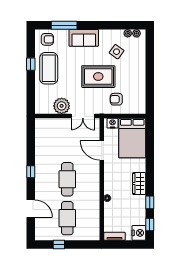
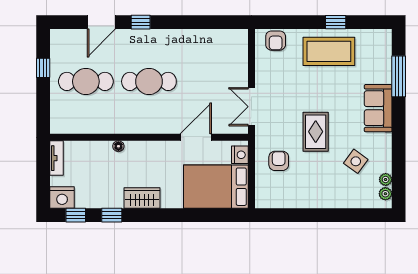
armchair: (47, 39) -> (276, 41), moved
rug: (98, 77) -> (316, 132), width x0.73, depth x0.70
plant: (62, 106) -> (268, 72), removed
window: (31, 172) -> (141, 22), moved

